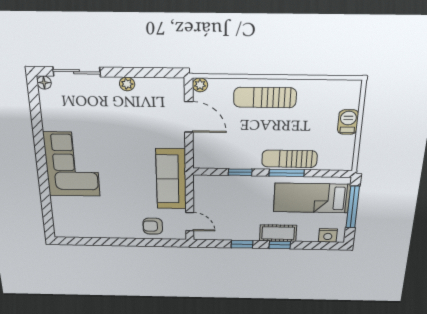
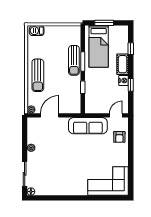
barbecue: (348, 122) -> (37, 31), moved
corner sofa: (72, 164) -> (108, 181), moved
window: (353, 207) -> (104, 23), width x0.69
nightstand: (328, 235) -> (124, 81), moved
window: (280, 245) -> (131, 49), moved

